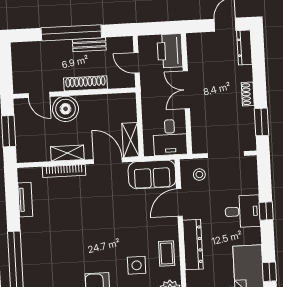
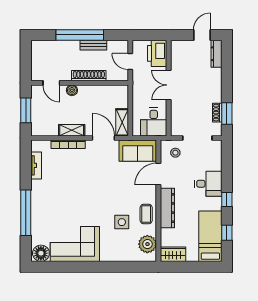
shoe rack: (248, 94) -> (217, 113), moved
boiler: (66, 109) -> (72, 90), width x0.54, depth x0.54
window: (266, 211) -> (227, 200), moved

